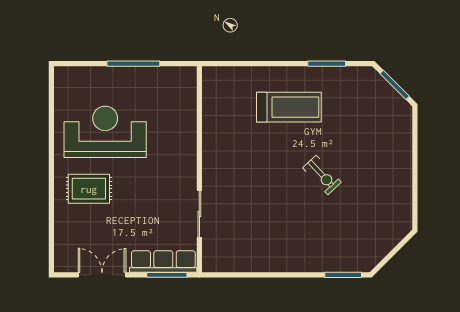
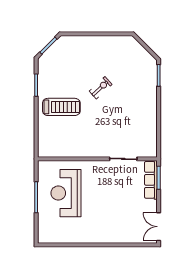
treadmill: (289, 107) -> (61, 107), turned 90
reception desk: (105, 132) -> (66, 193), moved
rug: (89, 189) -> (109, 223), removed
double door: (102, 275) -> (159, 227), moved

